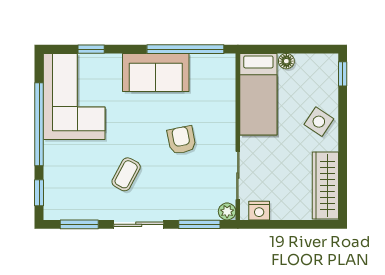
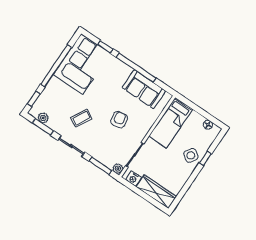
window: (185, 49) -> (136, 68), moved
floor lamp: (286, 61) -> (208, 125), moved
sofa: (156, 72) -> (144, 89), moved
window: (343, 74) -> (205, 158), moved
wardrobe: (325, 186) -> (156, 192), moved, turned 90
plant: (71, 211) -> (43, 118), added

